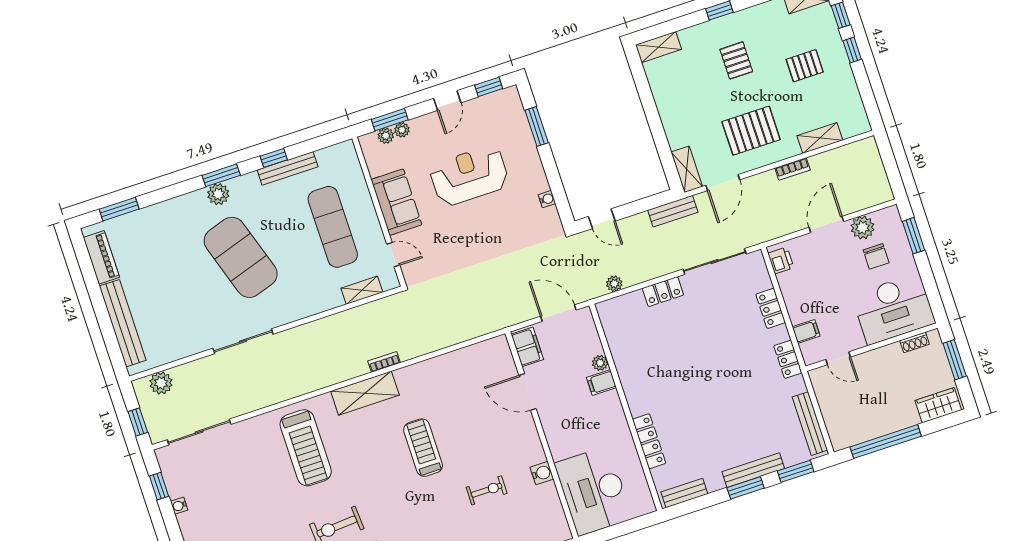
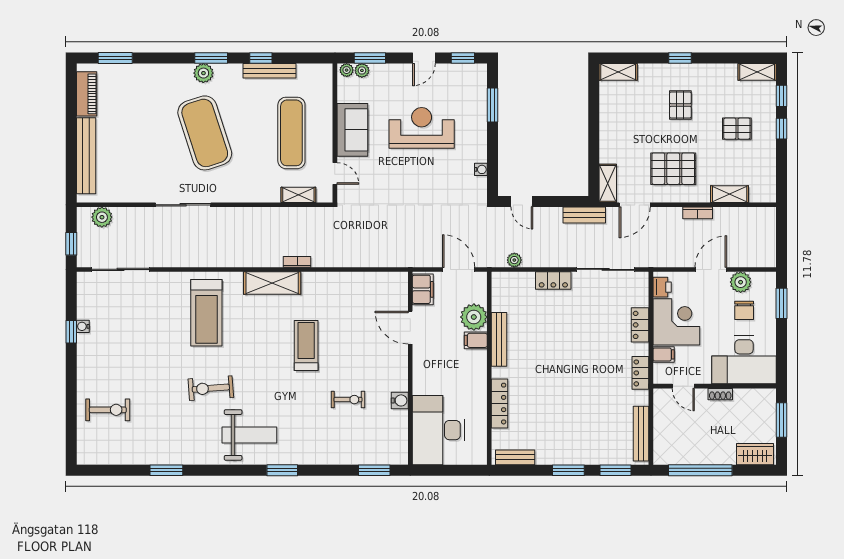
plant: (402, 130) -> (347, 70), moved
corner desk: (808, 292) -> (676, 322), added
shoe rack: (915, 342) -> (720, 394), moved
plant: (600, 363) -> (474, 317), width x1.88, depth x1.88
bench: (753, 470) -> (499, 339), moved, turned 90
window: (159, 486) -> (71, 332), moved

